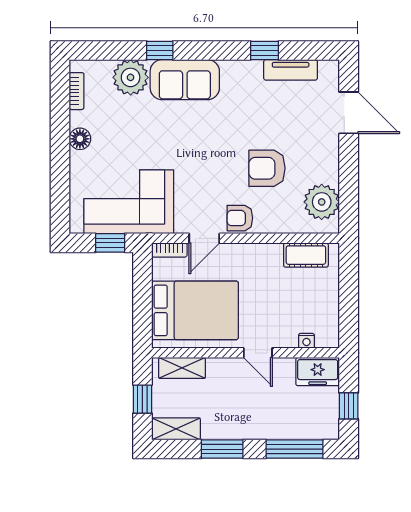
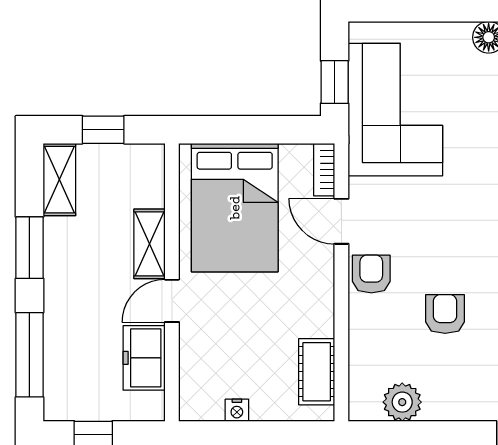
armchair: (267, 168) -> (445, 314), width x0.72, depth x0.72
plant: (322, 202) -> (402, 402), width x0.73, depth x0.73
nightstand: (306, 341) -> (237, 410), moved, turned -90
shelving: (182, 368) -> (149, 244), moved
freezer: (318, 372) -> (144, 358), moved

